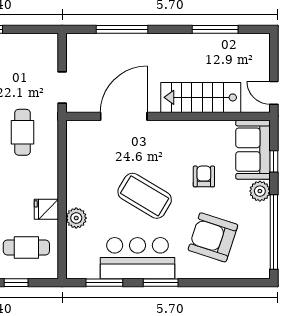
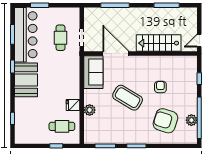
door: (274, 93) -> (199, 41), hinge flipped
door: (124, 116) -> (116, 54), hinge flipped
cafe table: (23, 132) -> (61, 38), moved
sofa: (253, 150) -> (93, 72), moved, turned 180
plant: (260, 191) -> (191, 120), moved
bar counter: (137, 258) -> (124, 132), removed

